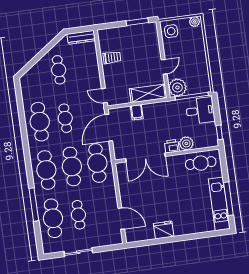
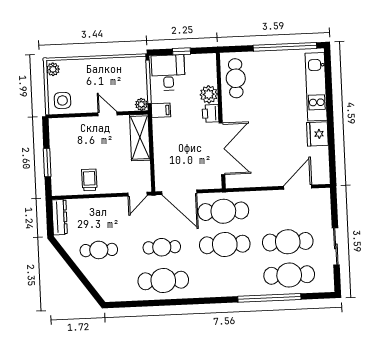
window: (137, 22) -> (47, 163), moved
plant: (177, 87) -> (141, 104), width x0.53, depth x0.53
filing cabinet: (137, 112) -> (161, 110), moved
window: (219, 132) -> (181, 51), moved
cafe table: (46, 170) -> (226, 278), removed
window: (228, 199) -> (285, 47), width x1.46
kitchen unit: (219, 204) -> (316, 87), moved, turned 90
window: (34, 205) -> (269, 298), width x1.46
cafe table: (78, 215) -> (288, 242), width x1.37, depth x1.35

